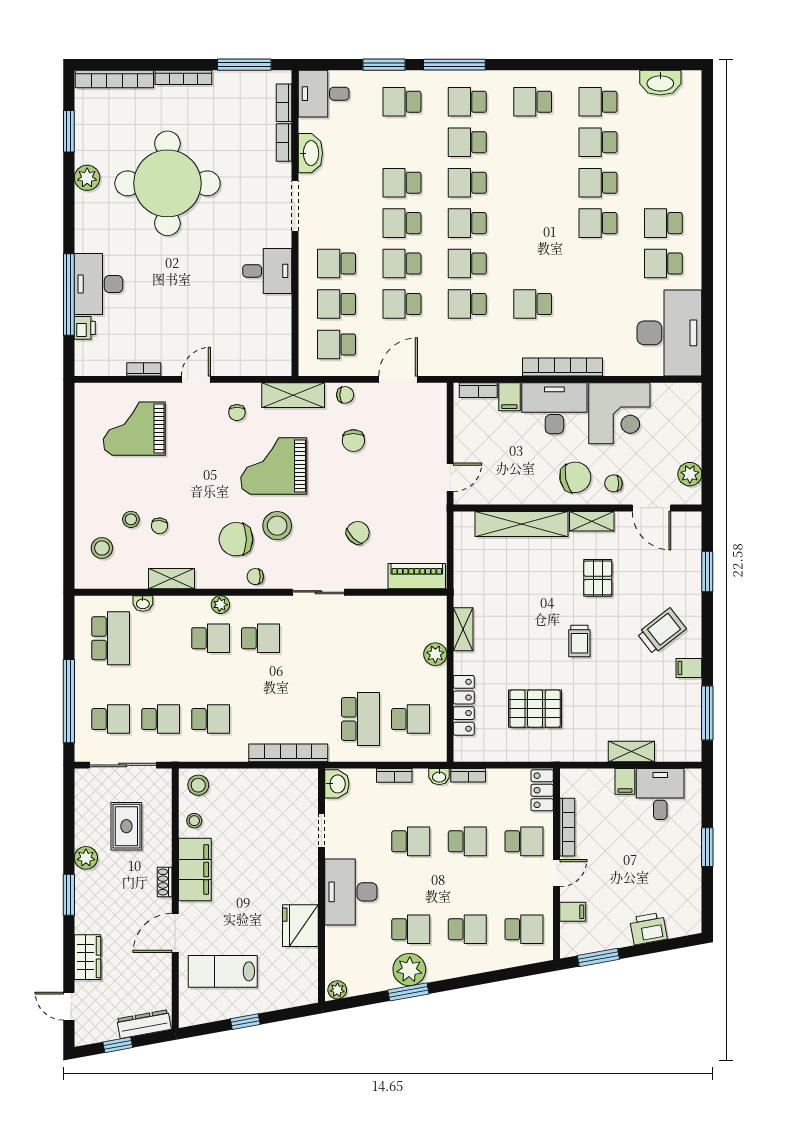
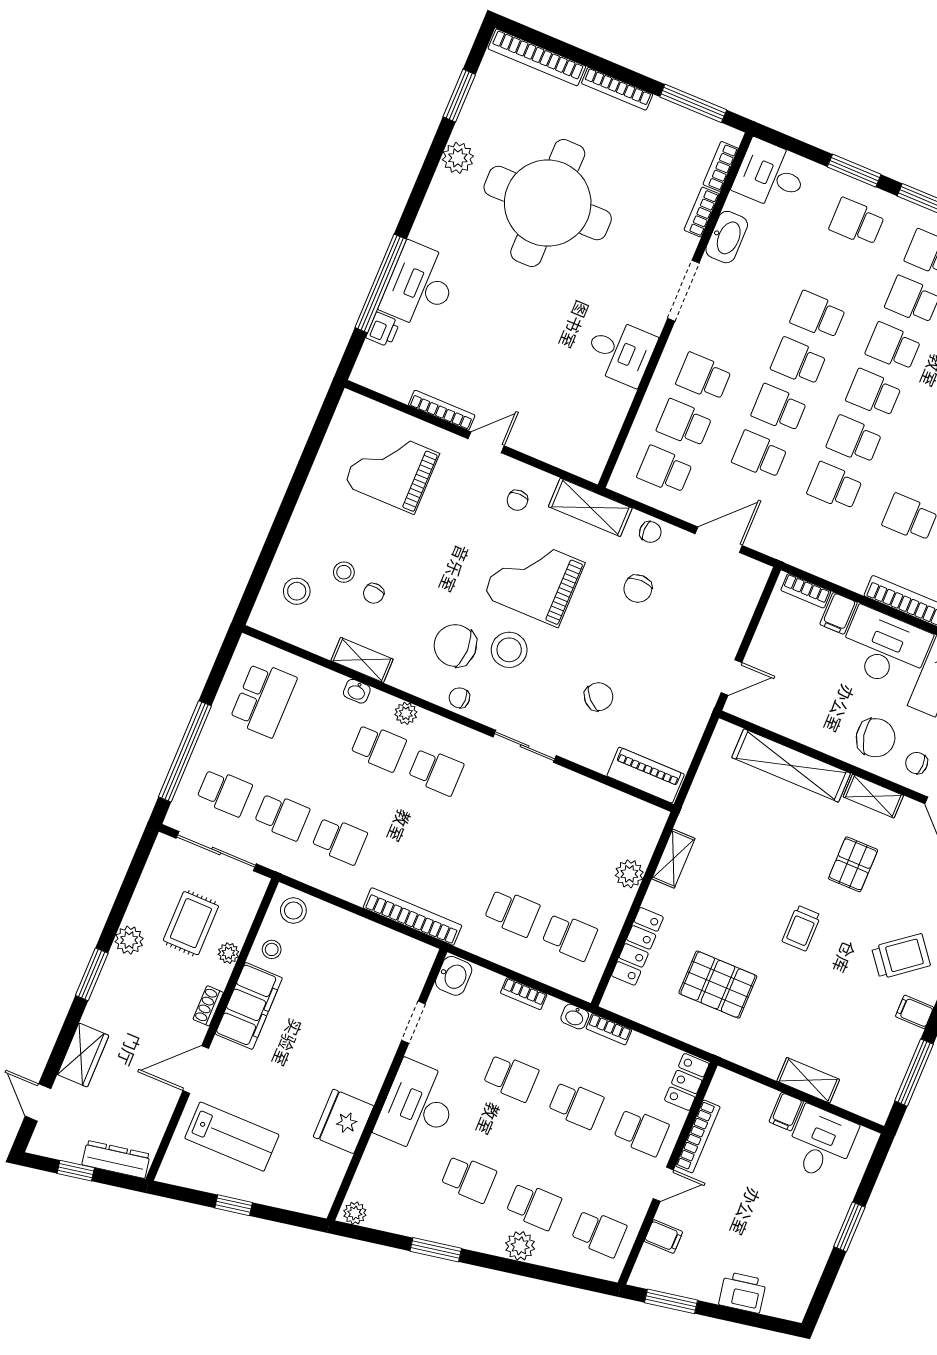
bookcase: (144, 369) -> (442, 410), width x1.56
washbasin: (143, 603) -> (357, 691), moved
school desk: (361, 719) -> (512, 913), width x0.54
plant: (163, 837) -> (228, 953), added
plant: (409, 970) -> (520, 1246), moved, width x0.73, depth x0.73
lab bench: (223, 971) -> (232, 1137), turned 180

